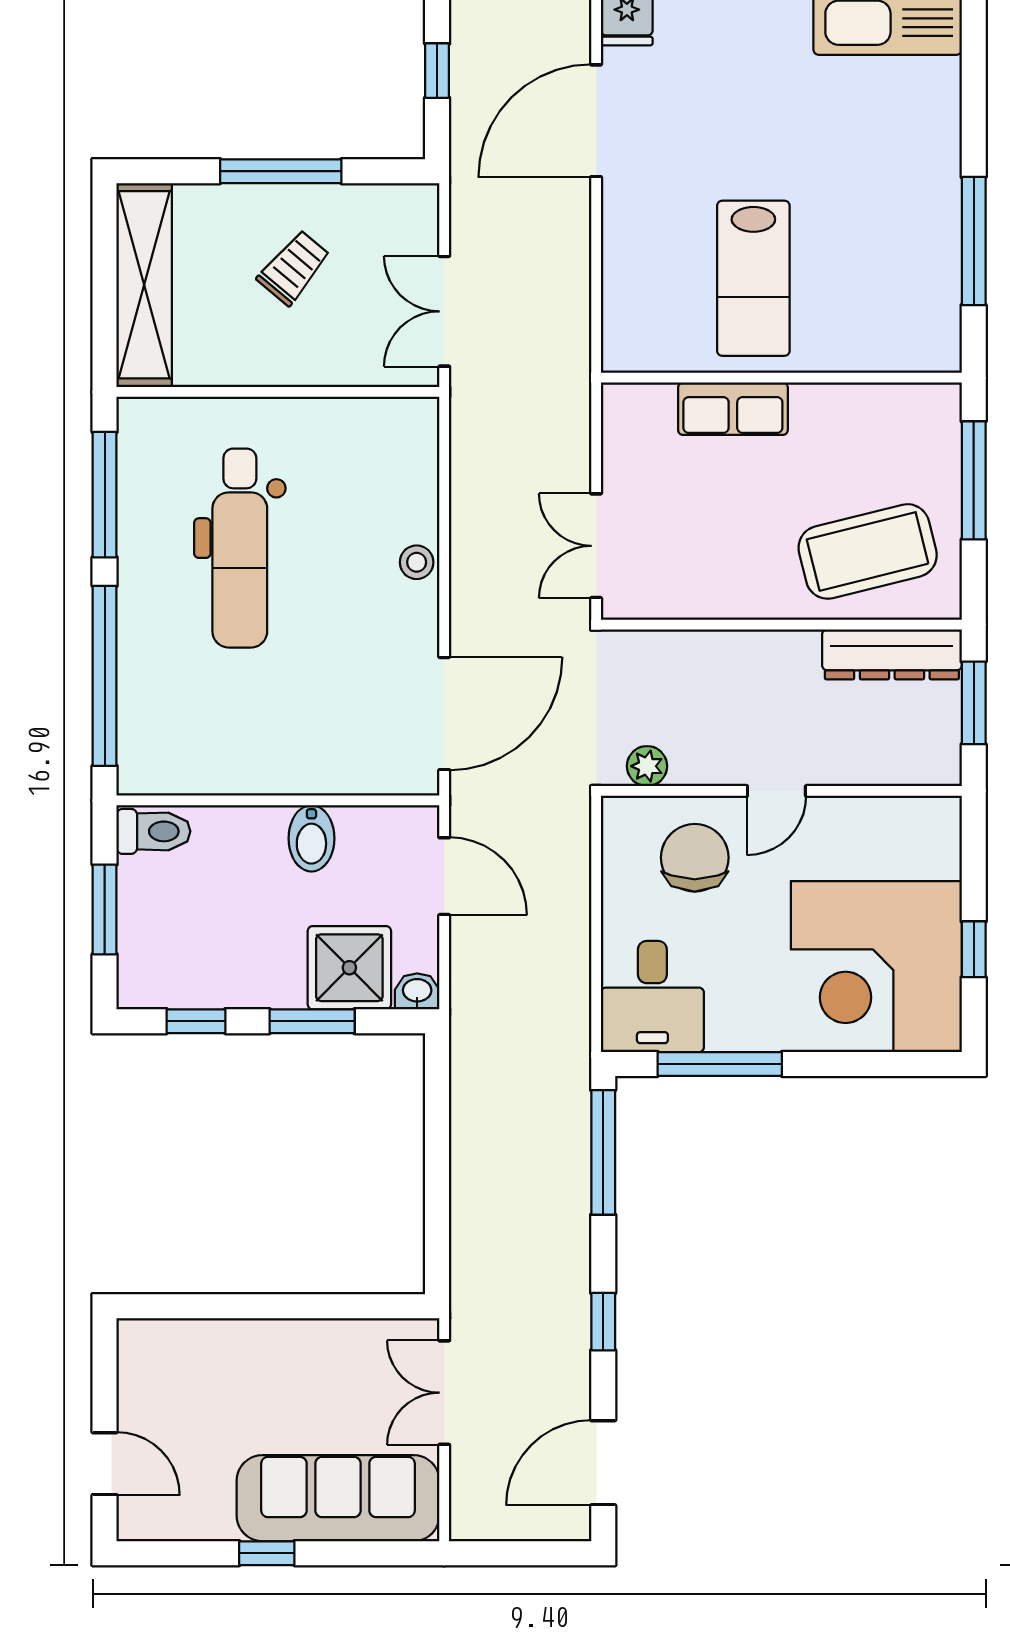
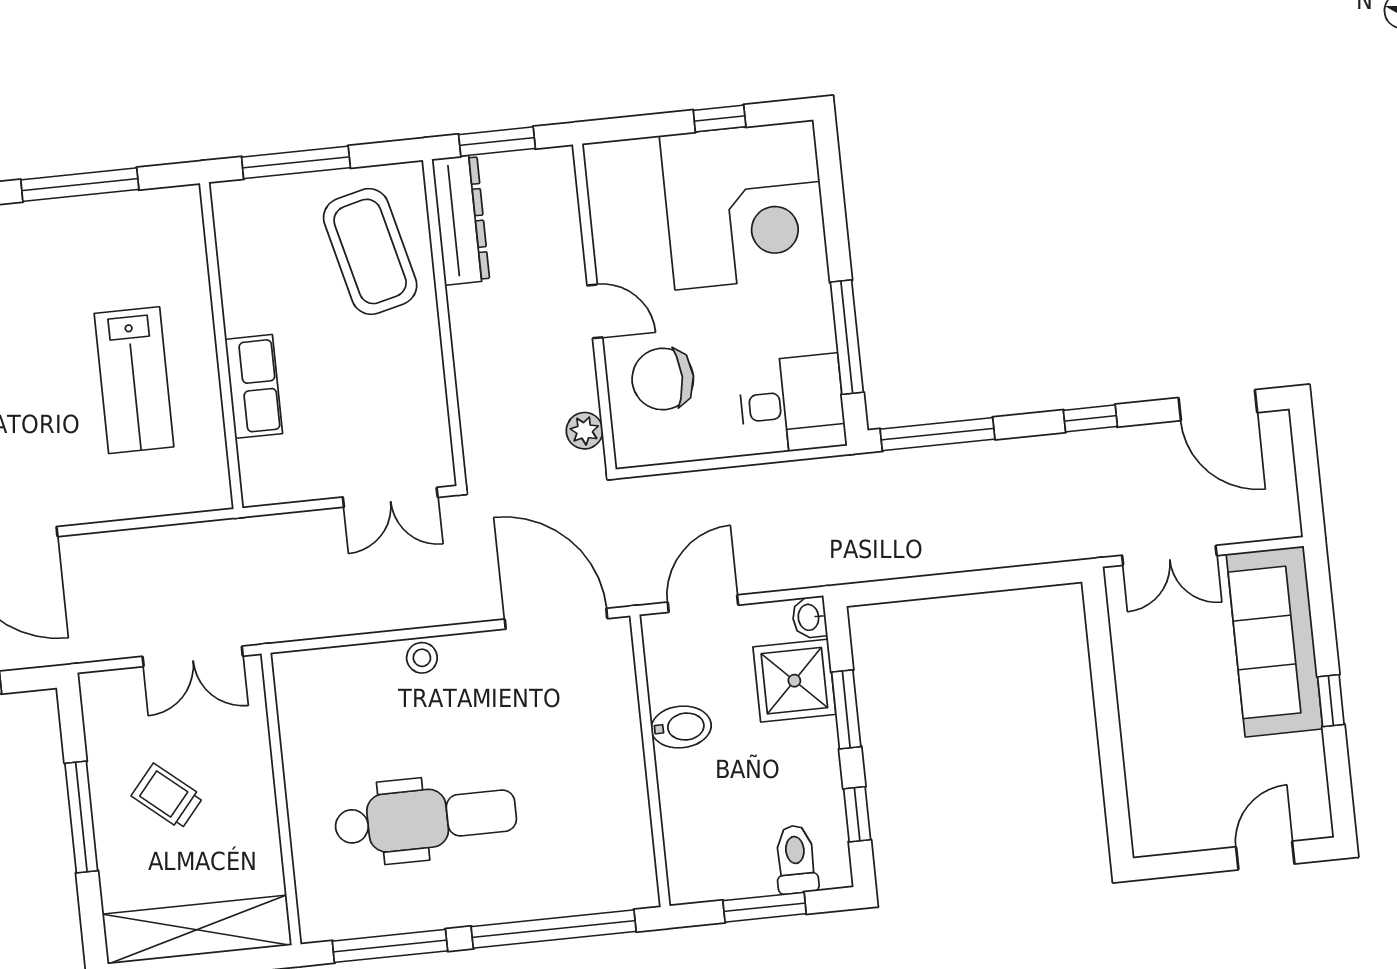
lab bench: (753, 278) -> (134, 380), turned 90
toilet: (153, 831) -> (796, 859), moved

